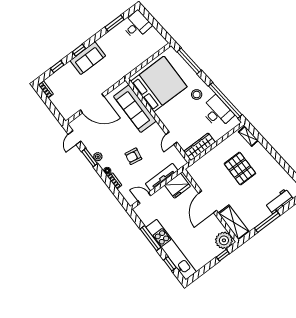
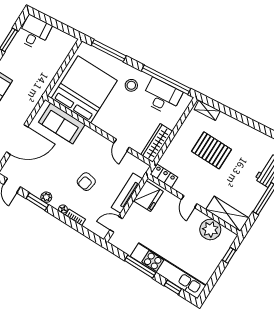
sofa: (135, 109) -> (62, 123), width x0.73
locker: (195, 174) -> (164, 176), added
door: (208, 202) -> (189, 202), width x0.53
plant: (224, 240) -> (210, 229), moved

